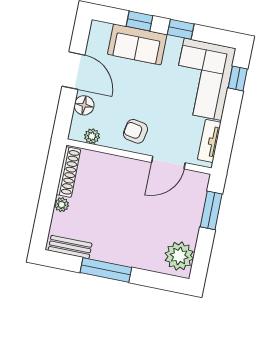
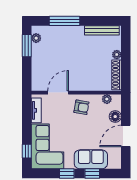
door: (73, 71) -> (126, 136), hinge flipped
window: (211, 210) -> (27, 46), moved
bench: (70, 247) -> (102, 30), width x1.36
plant: (179, 256) -> (36, 38), width x0.53, depth x0.53
window: (106, 270) -> (64, 21), moved

